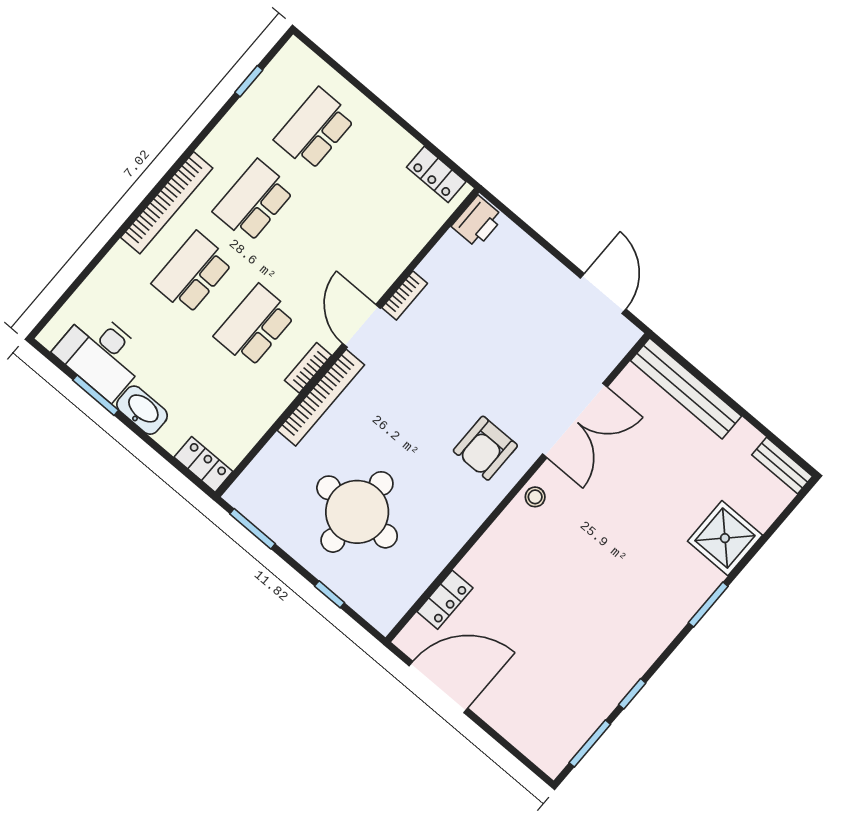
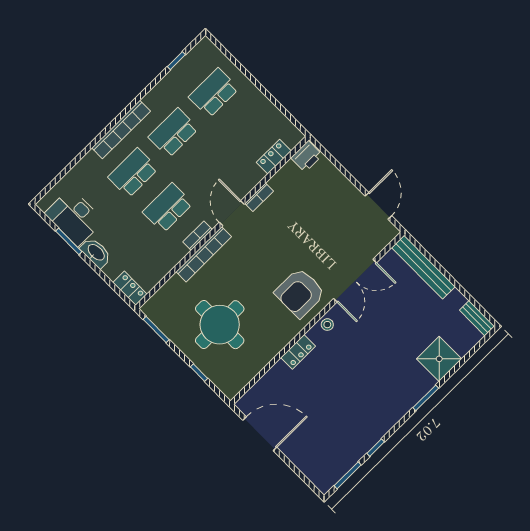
locker: (436, 174) -> (274, 157), moved, turned 90
armchair: (485, 448) -> (300, 293), width x1.36, depth x1.36
locker: (445, 600) -> (298, 352), moved

